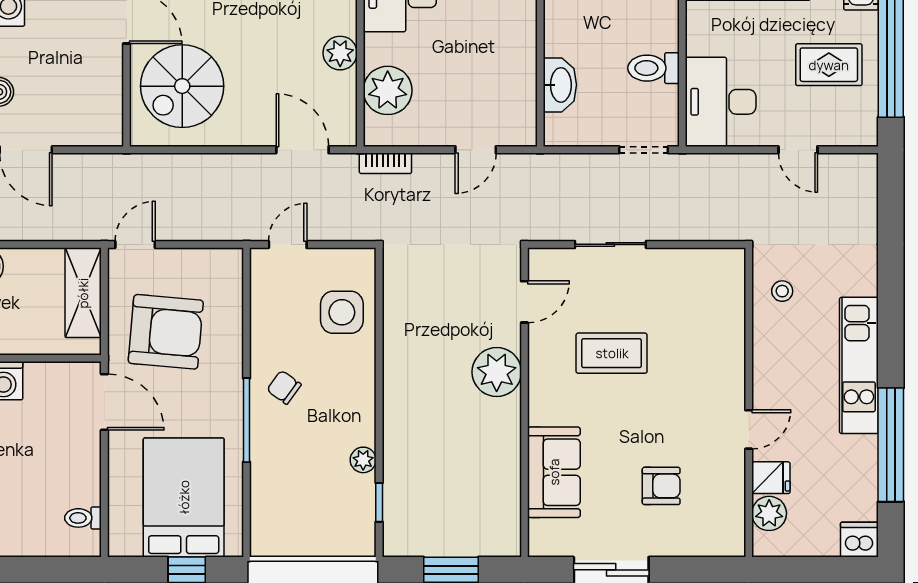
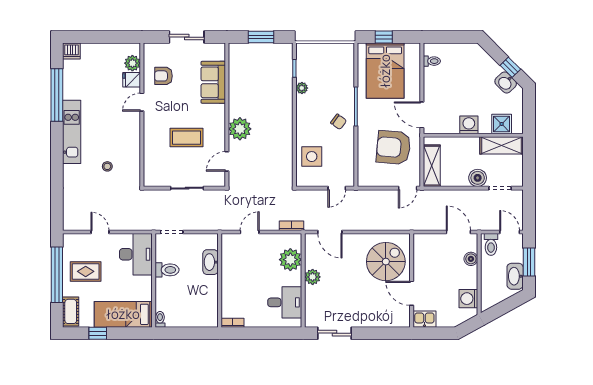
wall: (749, 402) -> (142, 115), moved
door: (749, 429) -> (142, 102), moved
fridge: (771, 478) -> (132, 80), moved
plant: (769, 513) -> (132, 63), moved

